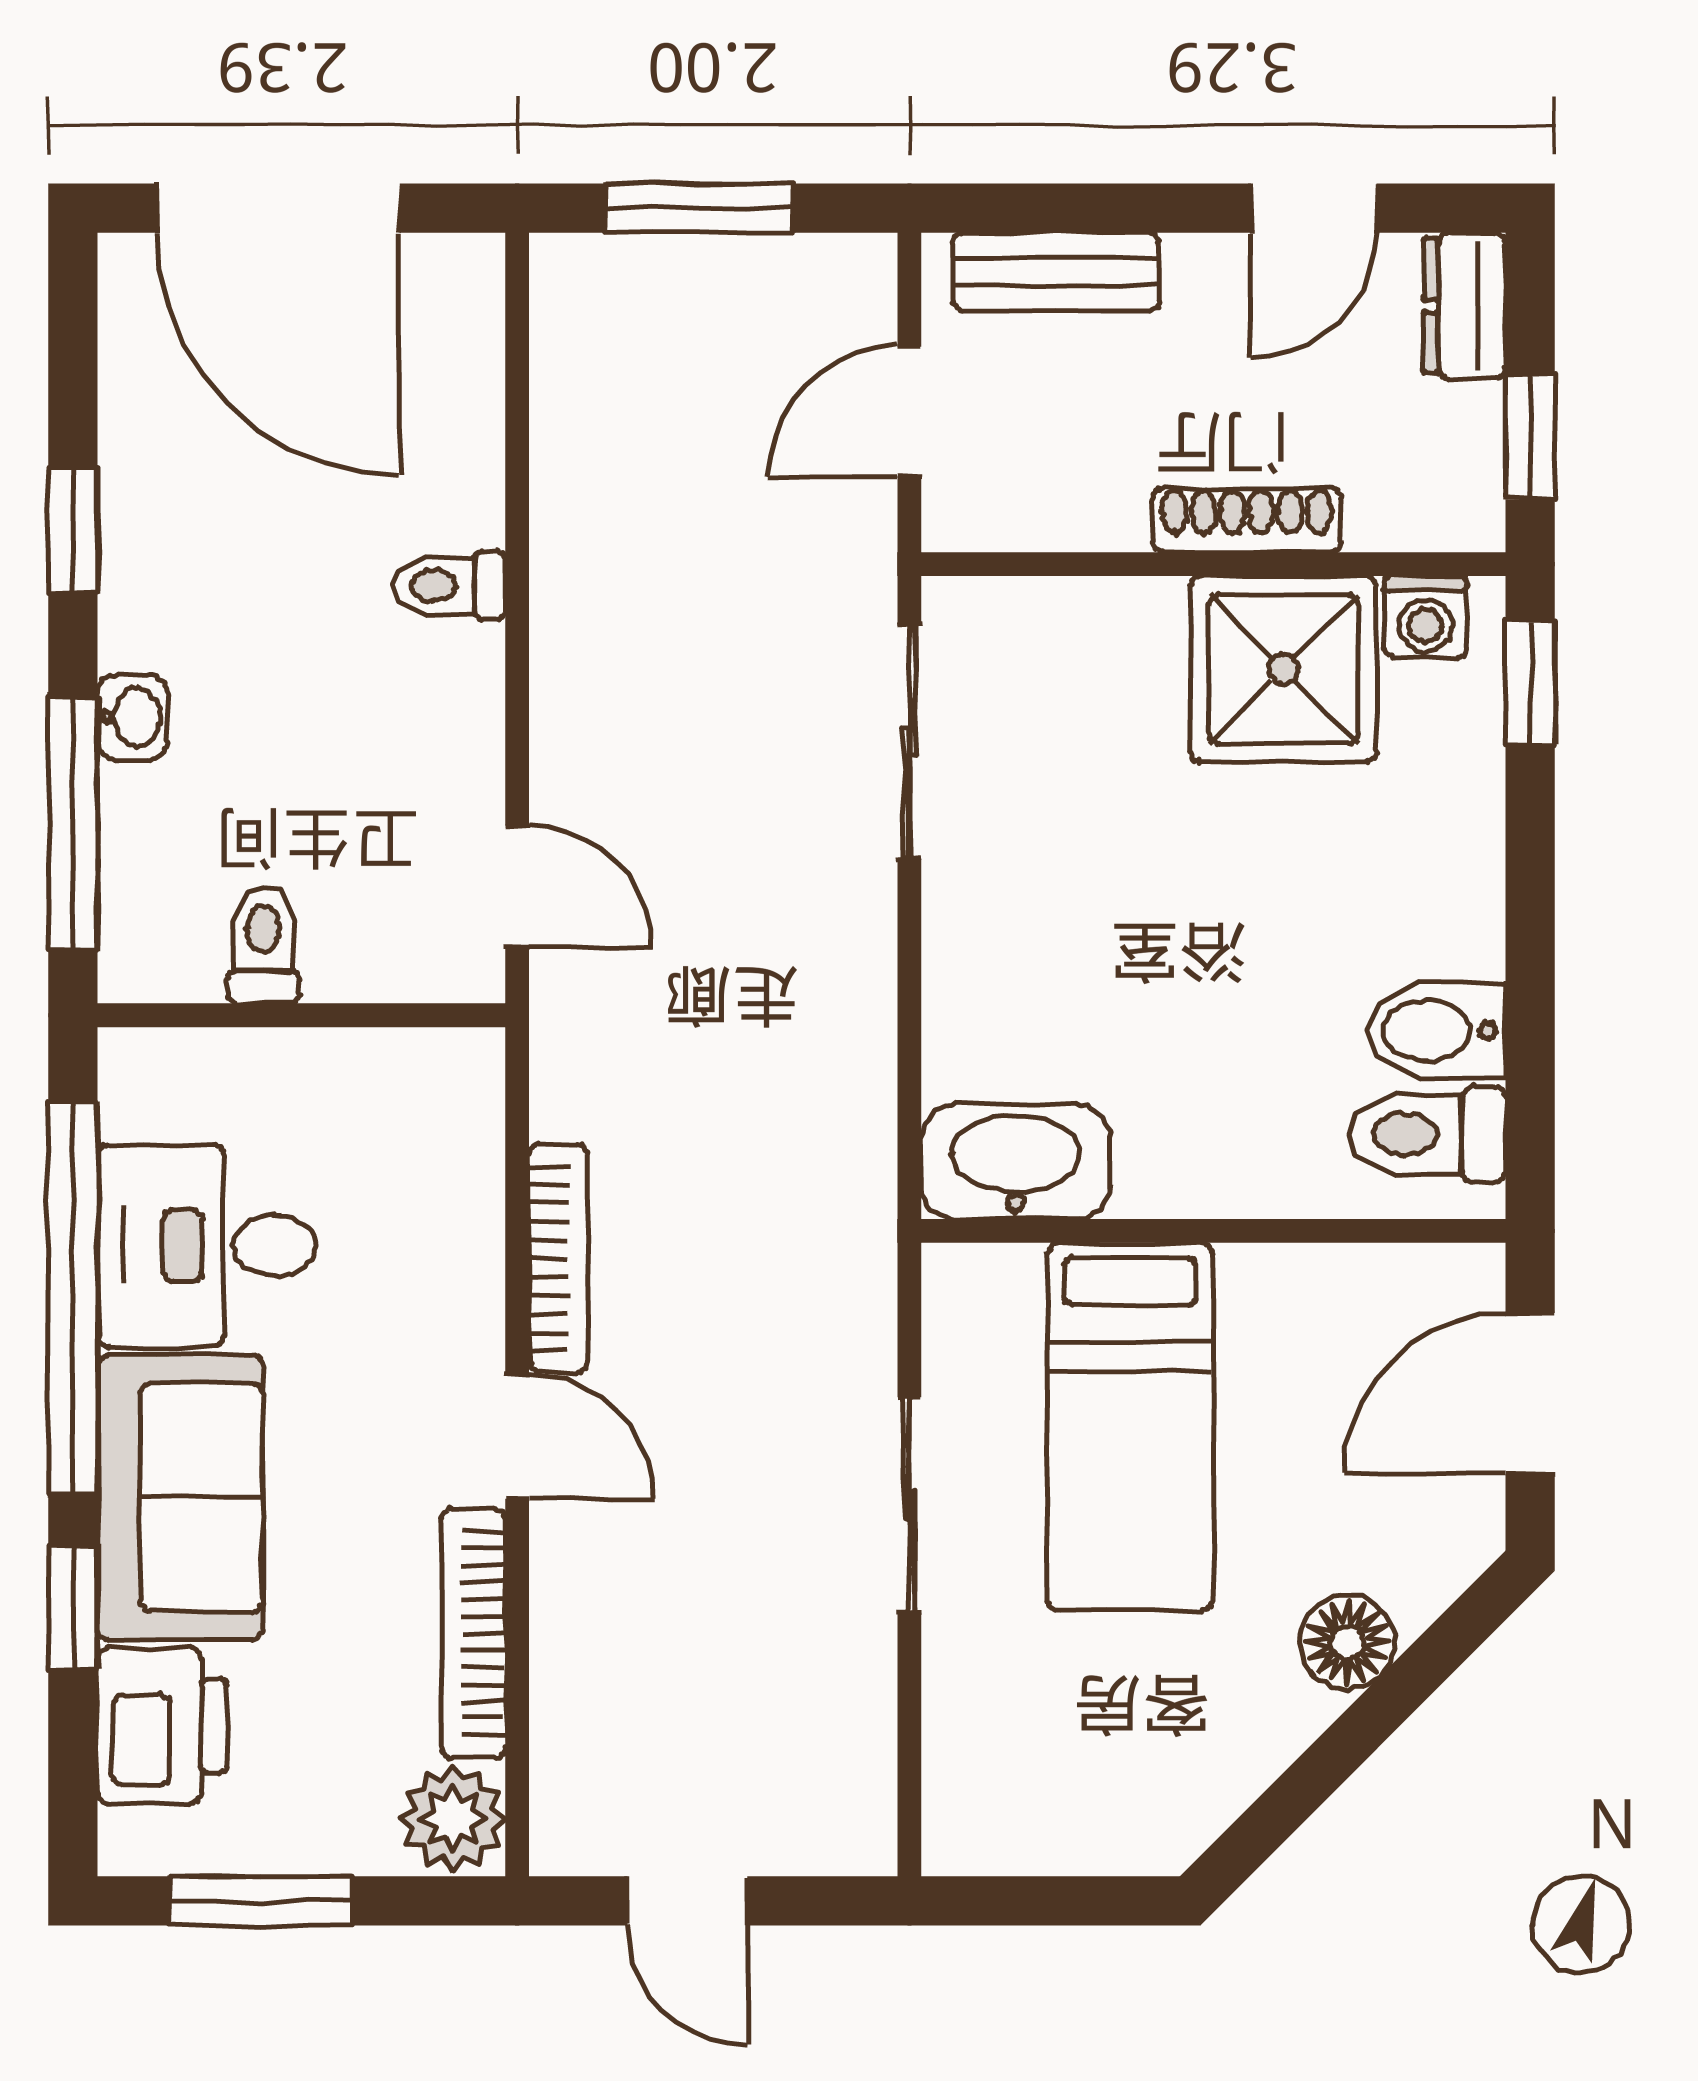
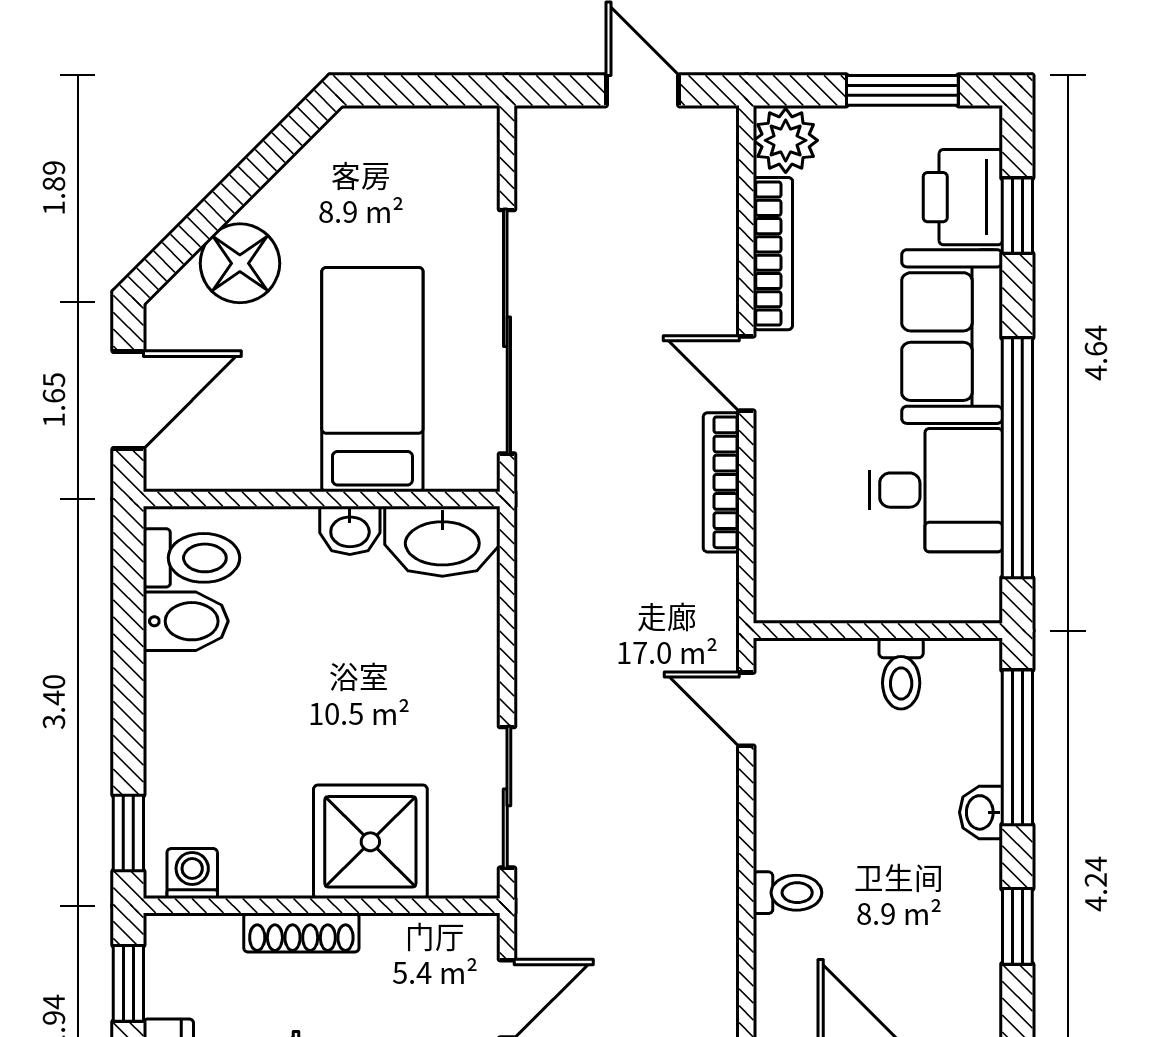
shower: (1284, 669) -> (370, 842), moved
washbasin: (1167, 1179) -> (350, 530), added
sliding door: (909, 1505) -> (507, 332), width x1.86
window: (73, 1607) -> (1017, 216), moved
floor lamp: (1347, 1642) -> (240, 263), width x1.38, depth x1.38

